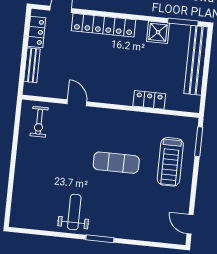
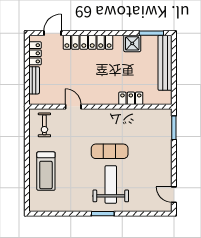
treadmill: (170, 162) -> (46, 171), moved
weight bench: (74, 212) -> (111, 185), moved, width x1.36, depth x1.33

